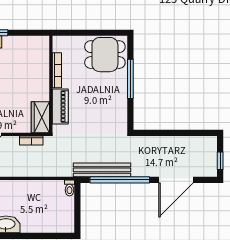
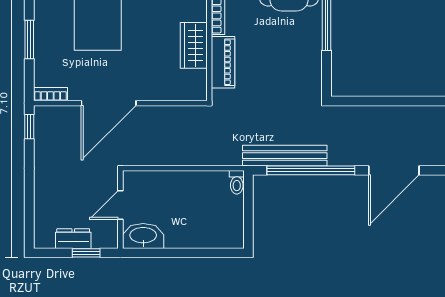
wardrobe: (40, 117) -> (194, 45), moved
bookcase: (31, 140) -> (180, 112), removed

